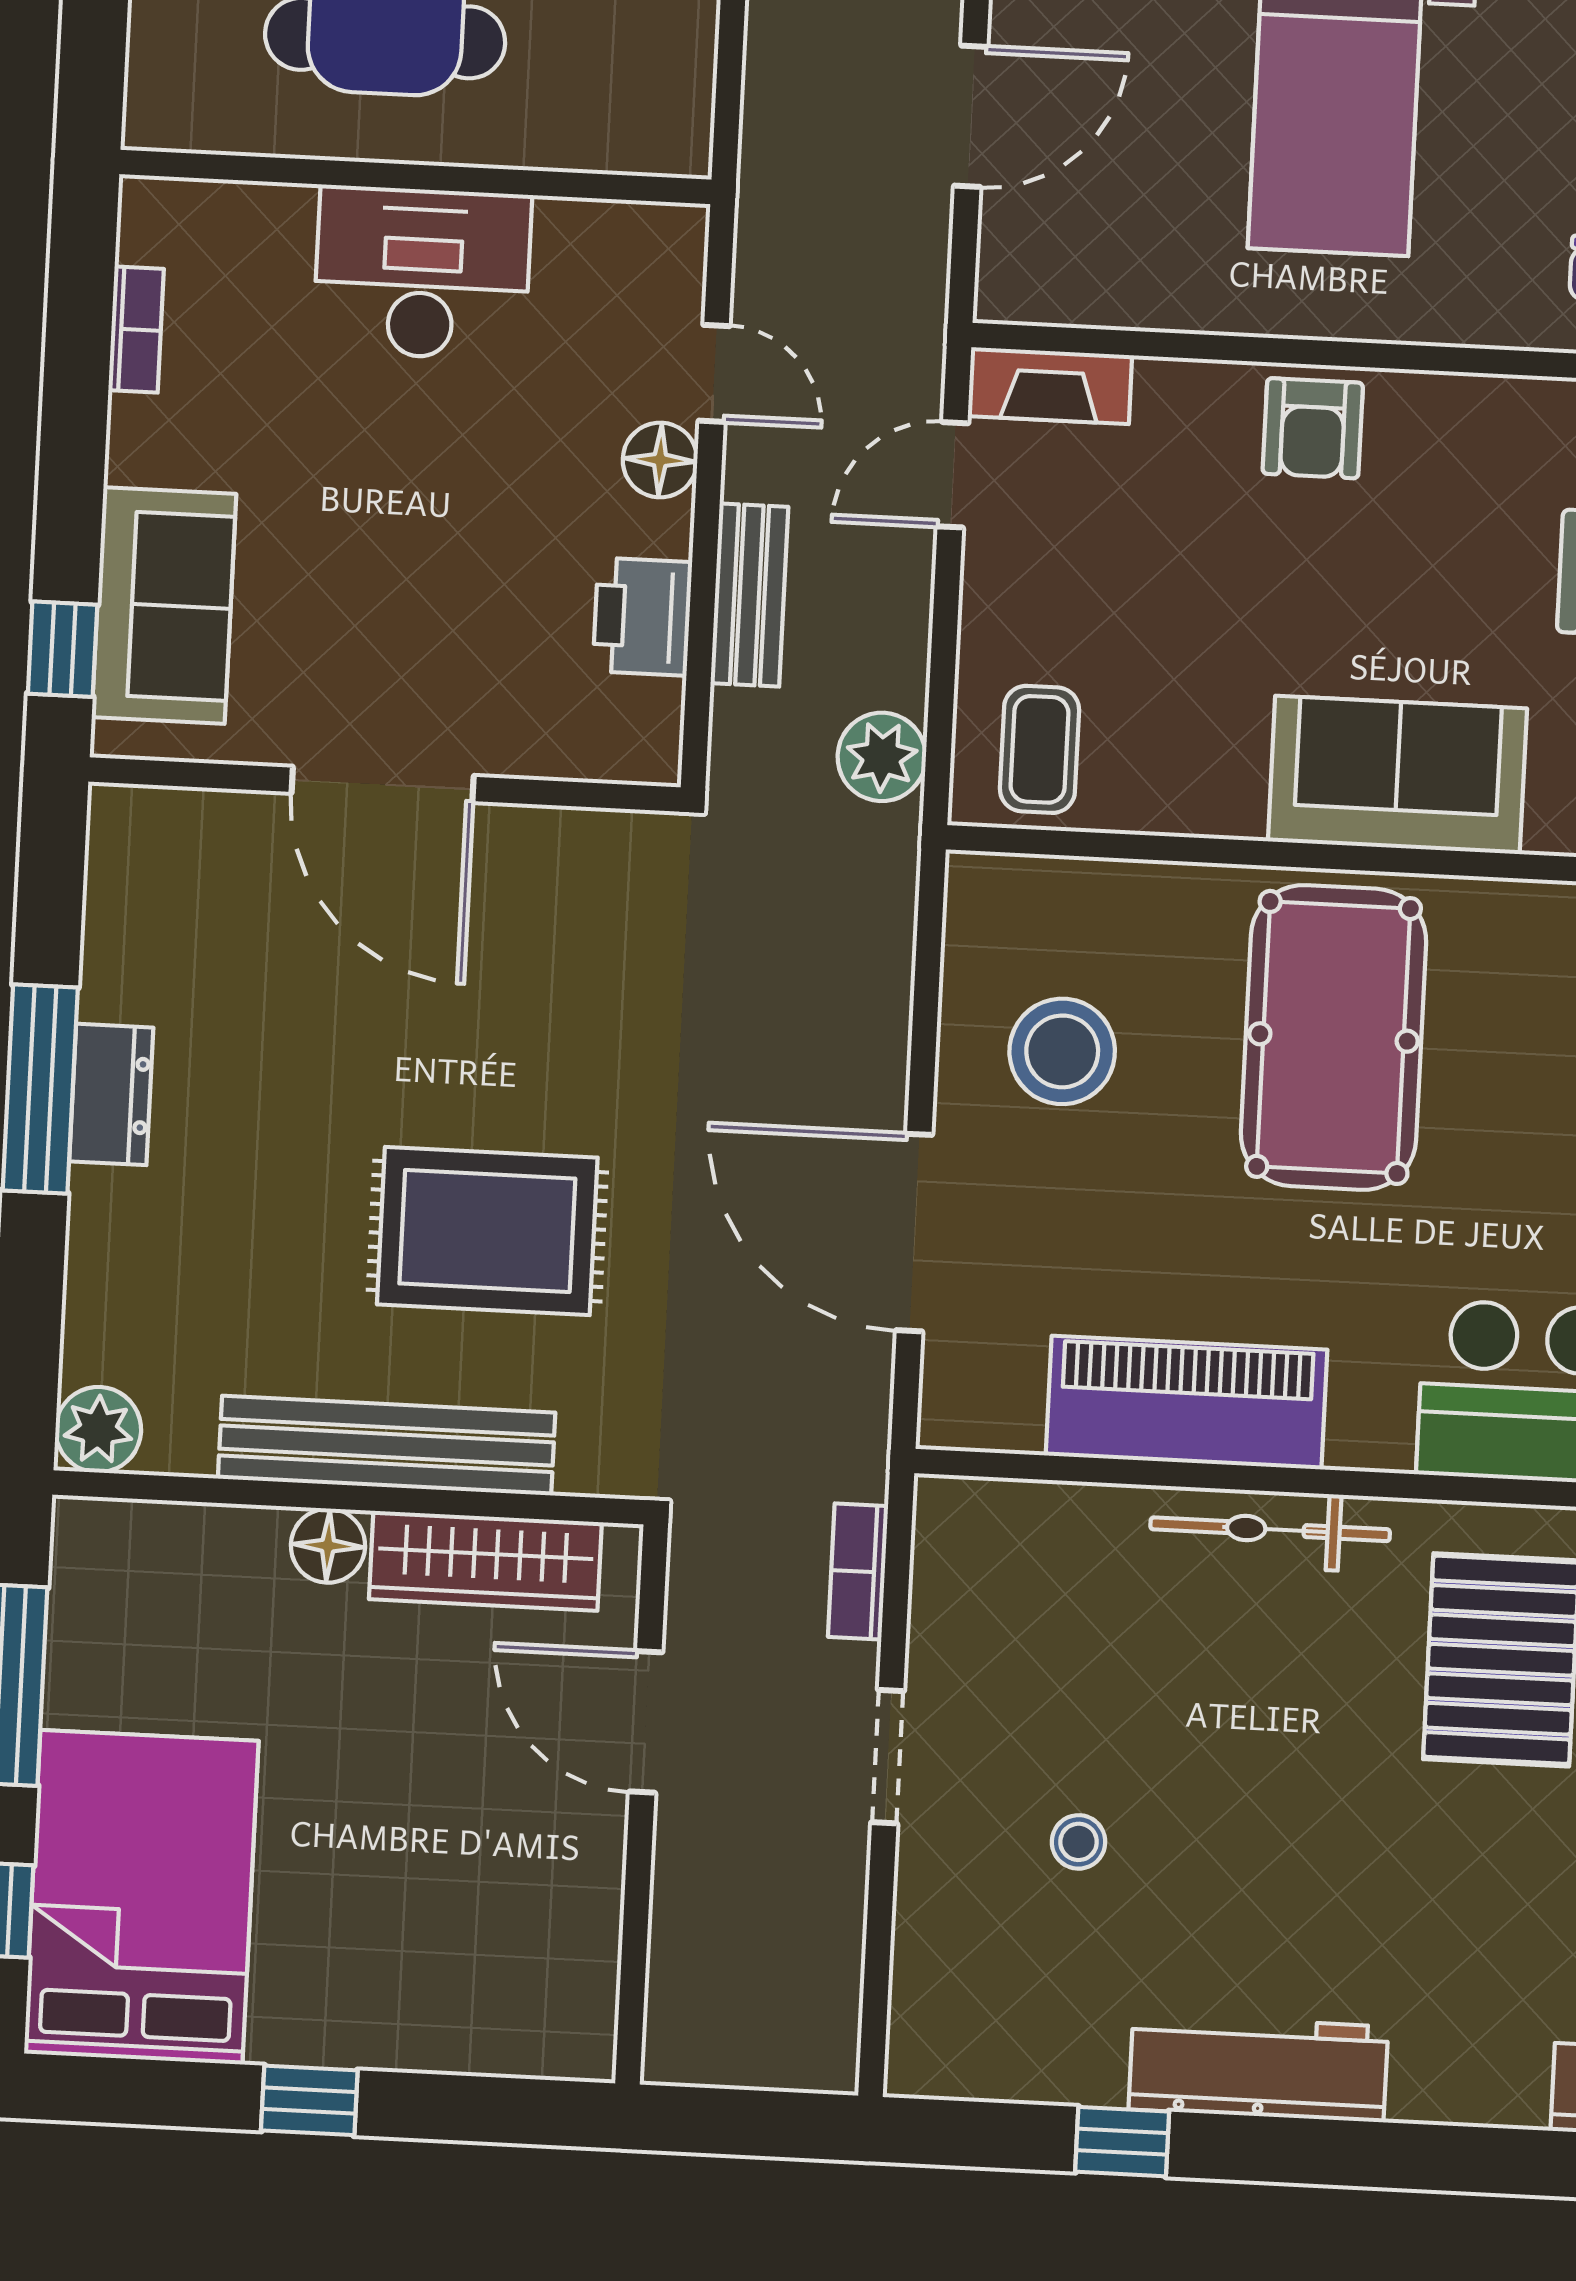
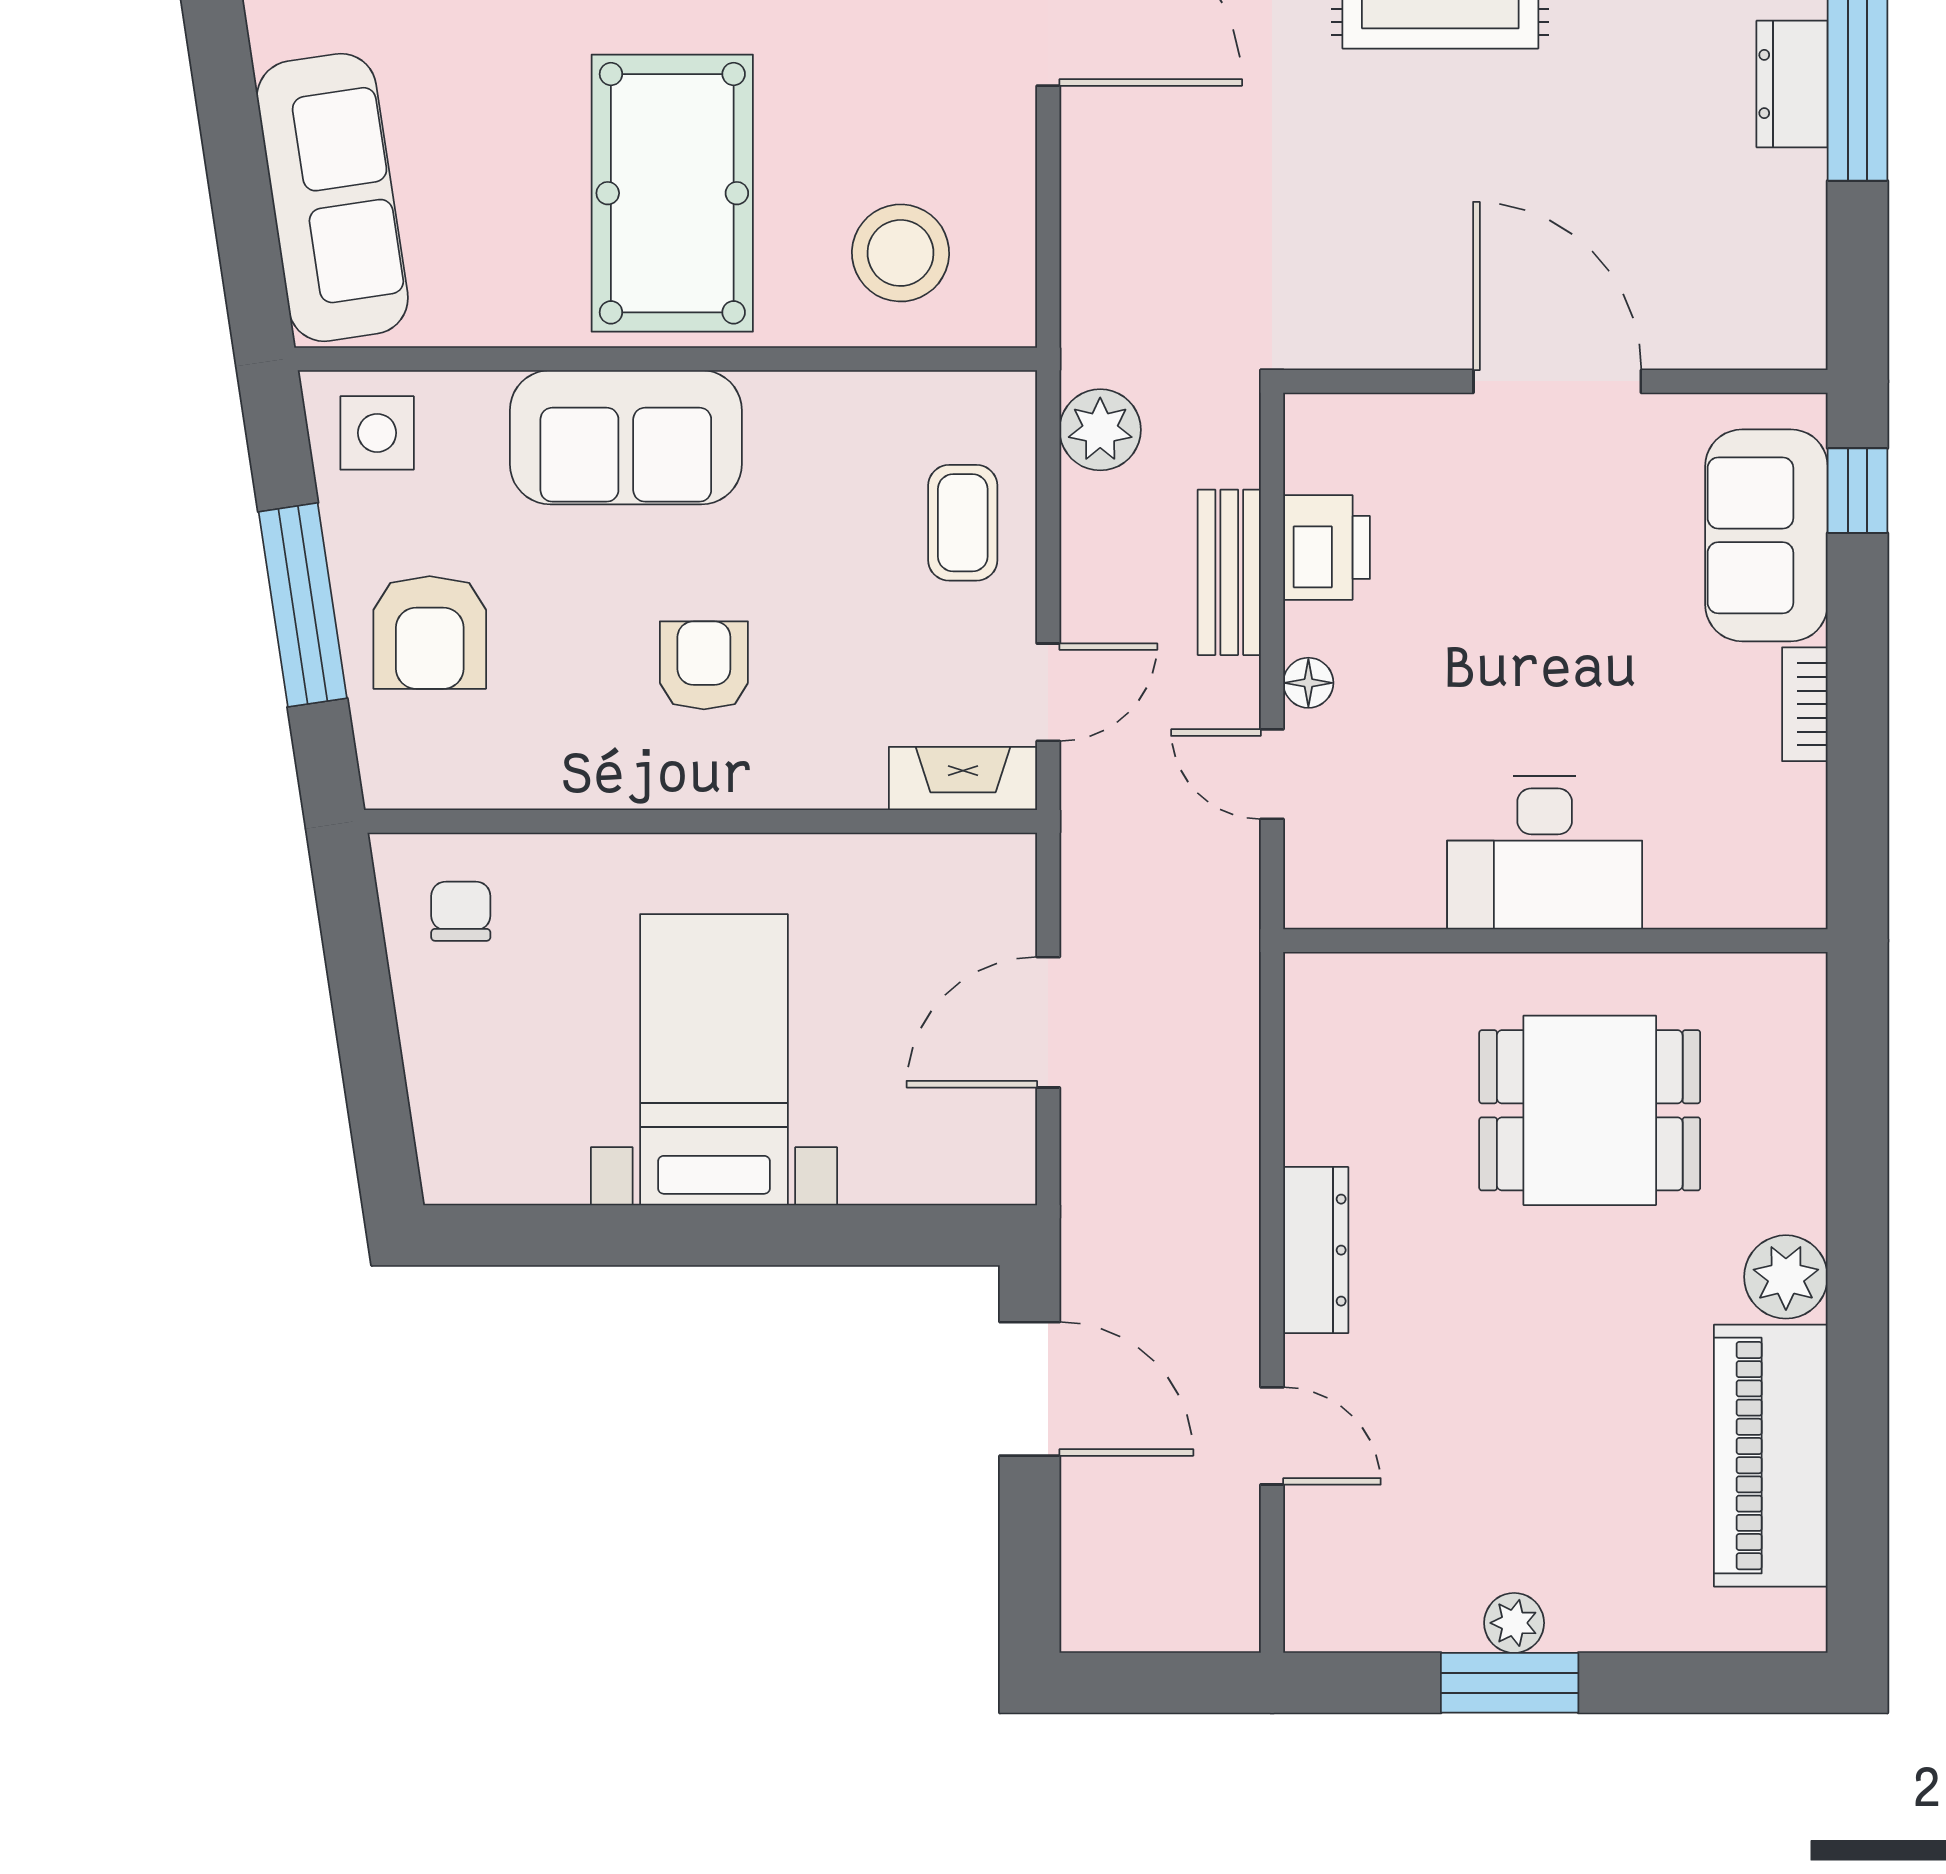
bookcase: (136, 330) -> (1805, 704), moved
armchair: (1313, 428) -> (704, 665), moved
floor lamp: (660, 460) -> (1308, 683), width x0.73, depth x0.73
coffee table: (1039, 749) -> (963, 523), moved
stool: (1062, 1051) -> (901, 253), moved

